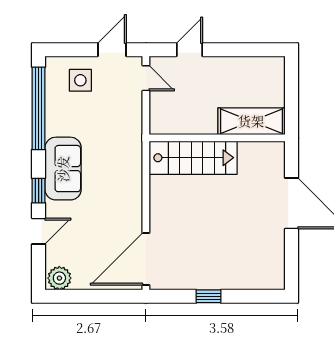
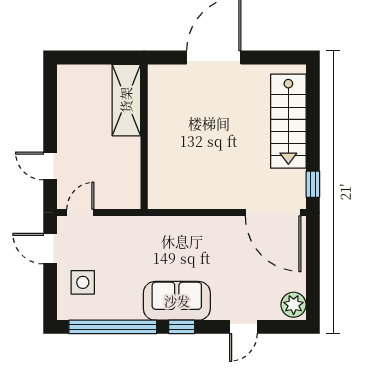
stairs: (193, 158) -> (288, 121), moved, turned 180
window: (39, 191) -> (182, 327), moved
door: (39, 231) -> (243, 327), swing flipped
window: (209, 296) -> (313, 184), moved

